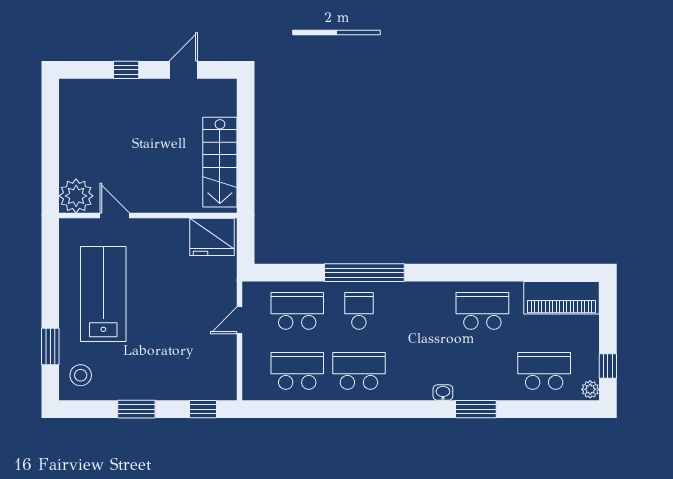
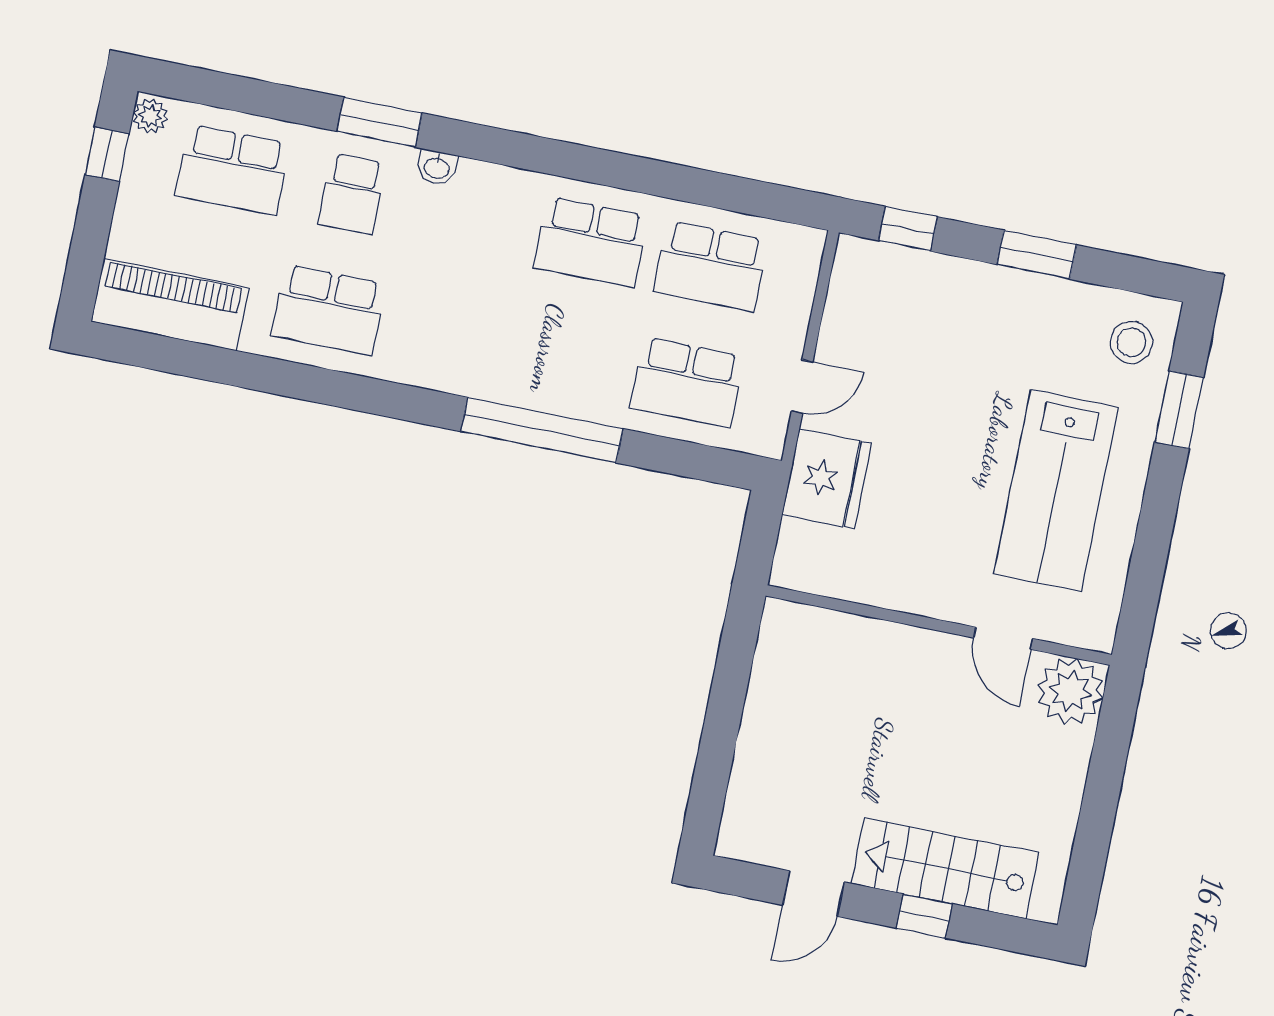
stairs: (220, 162) -> (945, 868), moved, turned -90
fridge: (212, 237) -> (827, 479), moved, turned 90
school desk: (359, 311) -> (352, 194), moved

